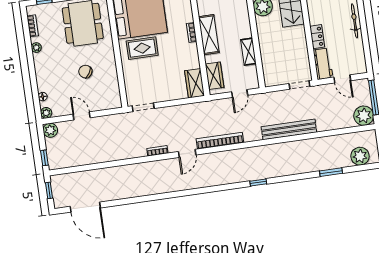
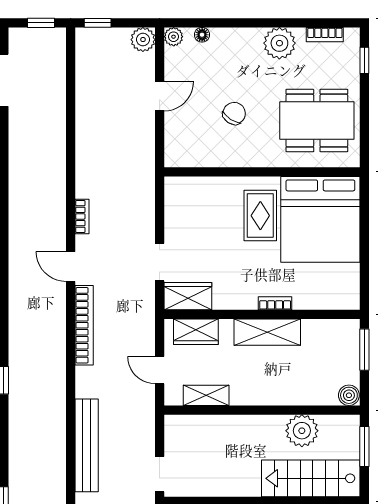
plant: (36, 48) -> (279, 43), width x1.88, depth x1.88
shelving: (248, 52) -> (206, 395), moved
doorway: (143, 107) -> (160, 262), moved

